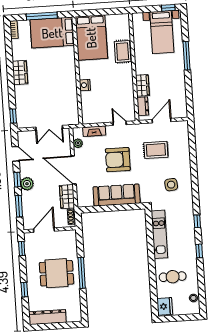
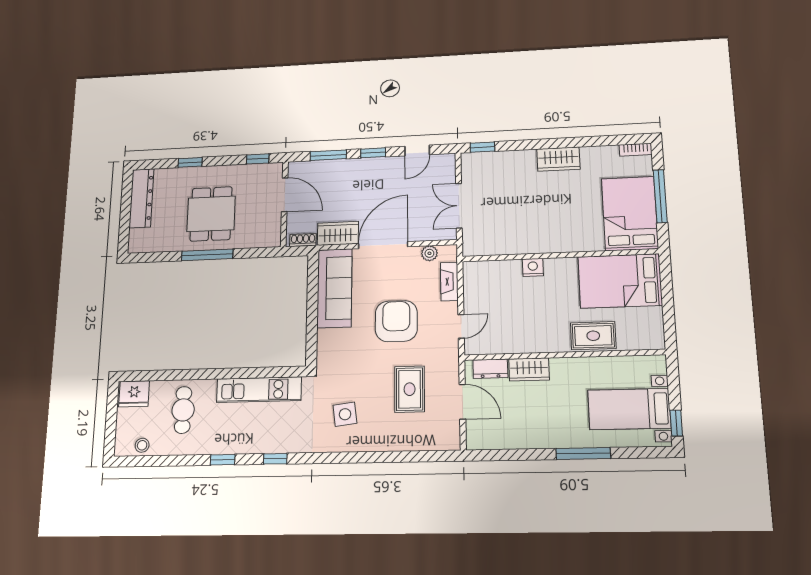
plant: (27, 184) -> (365, 168), removed
sofa: (117, 195) -> (334, 288), moved

